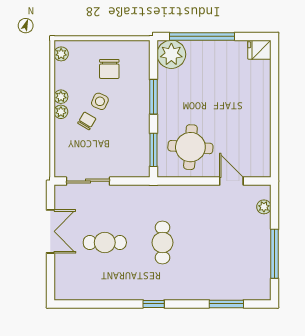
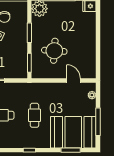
round table: (190, 147) -> (54, 51), moved
booth: (231, 272) -> (73, 132), added

